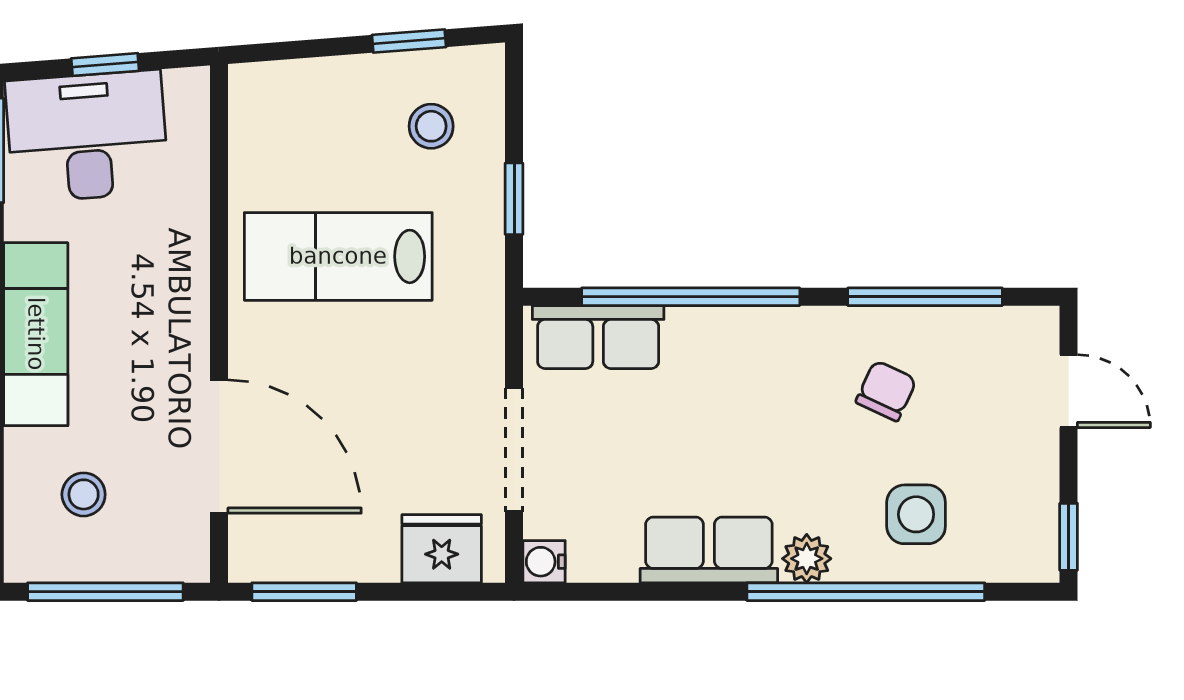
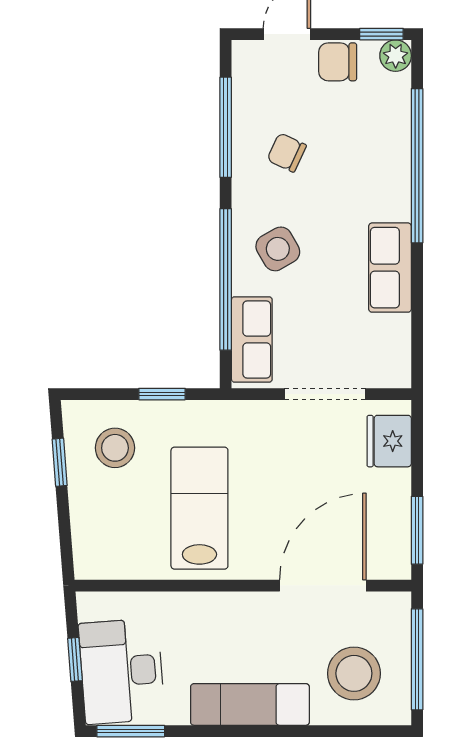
stool: (431, 126) -> (115, 448), width x1.37, depth x1.37
lab bench: (338, 256) -> (199, 508), turned 180
chair: (1026, 469) -> (338, 62), added
stool: (84, 494) -> (354, 673), width x1.89, depth x1.89
side table: (916, 514) -> (278, 249), moved, turned -30
plant: (807, 559) -> (396, 56), moved
water cooler: (544, 562) -> (398, 375), removed

